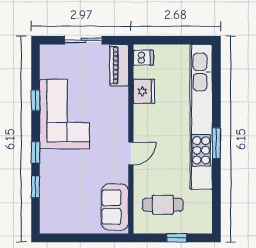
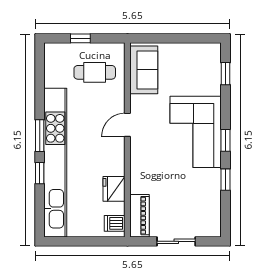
window: (216, 107) -> (40, 173), added
corner sofa: (65, 114) -> (196, 132), moved
window: (35, 152) -> (225, 140), moved
window: (35, 187) -> (225, 74), moved

